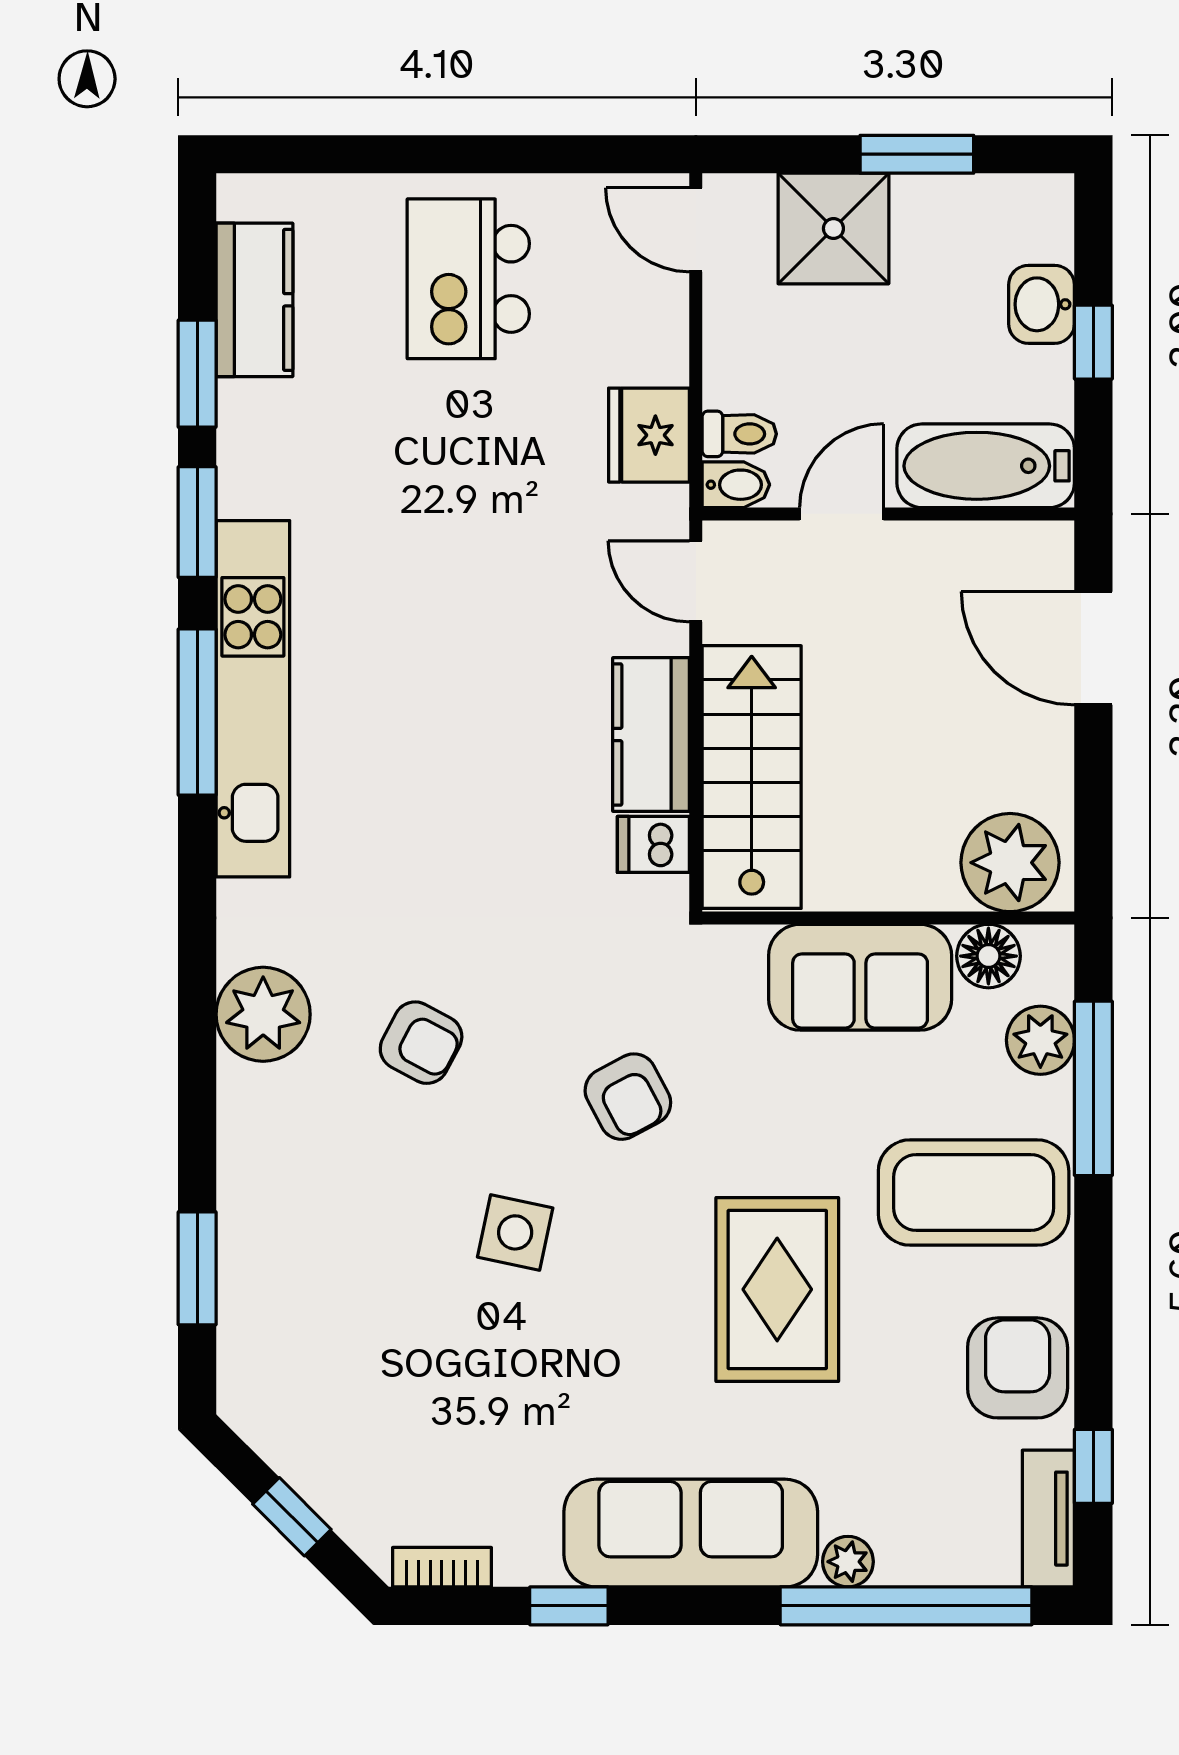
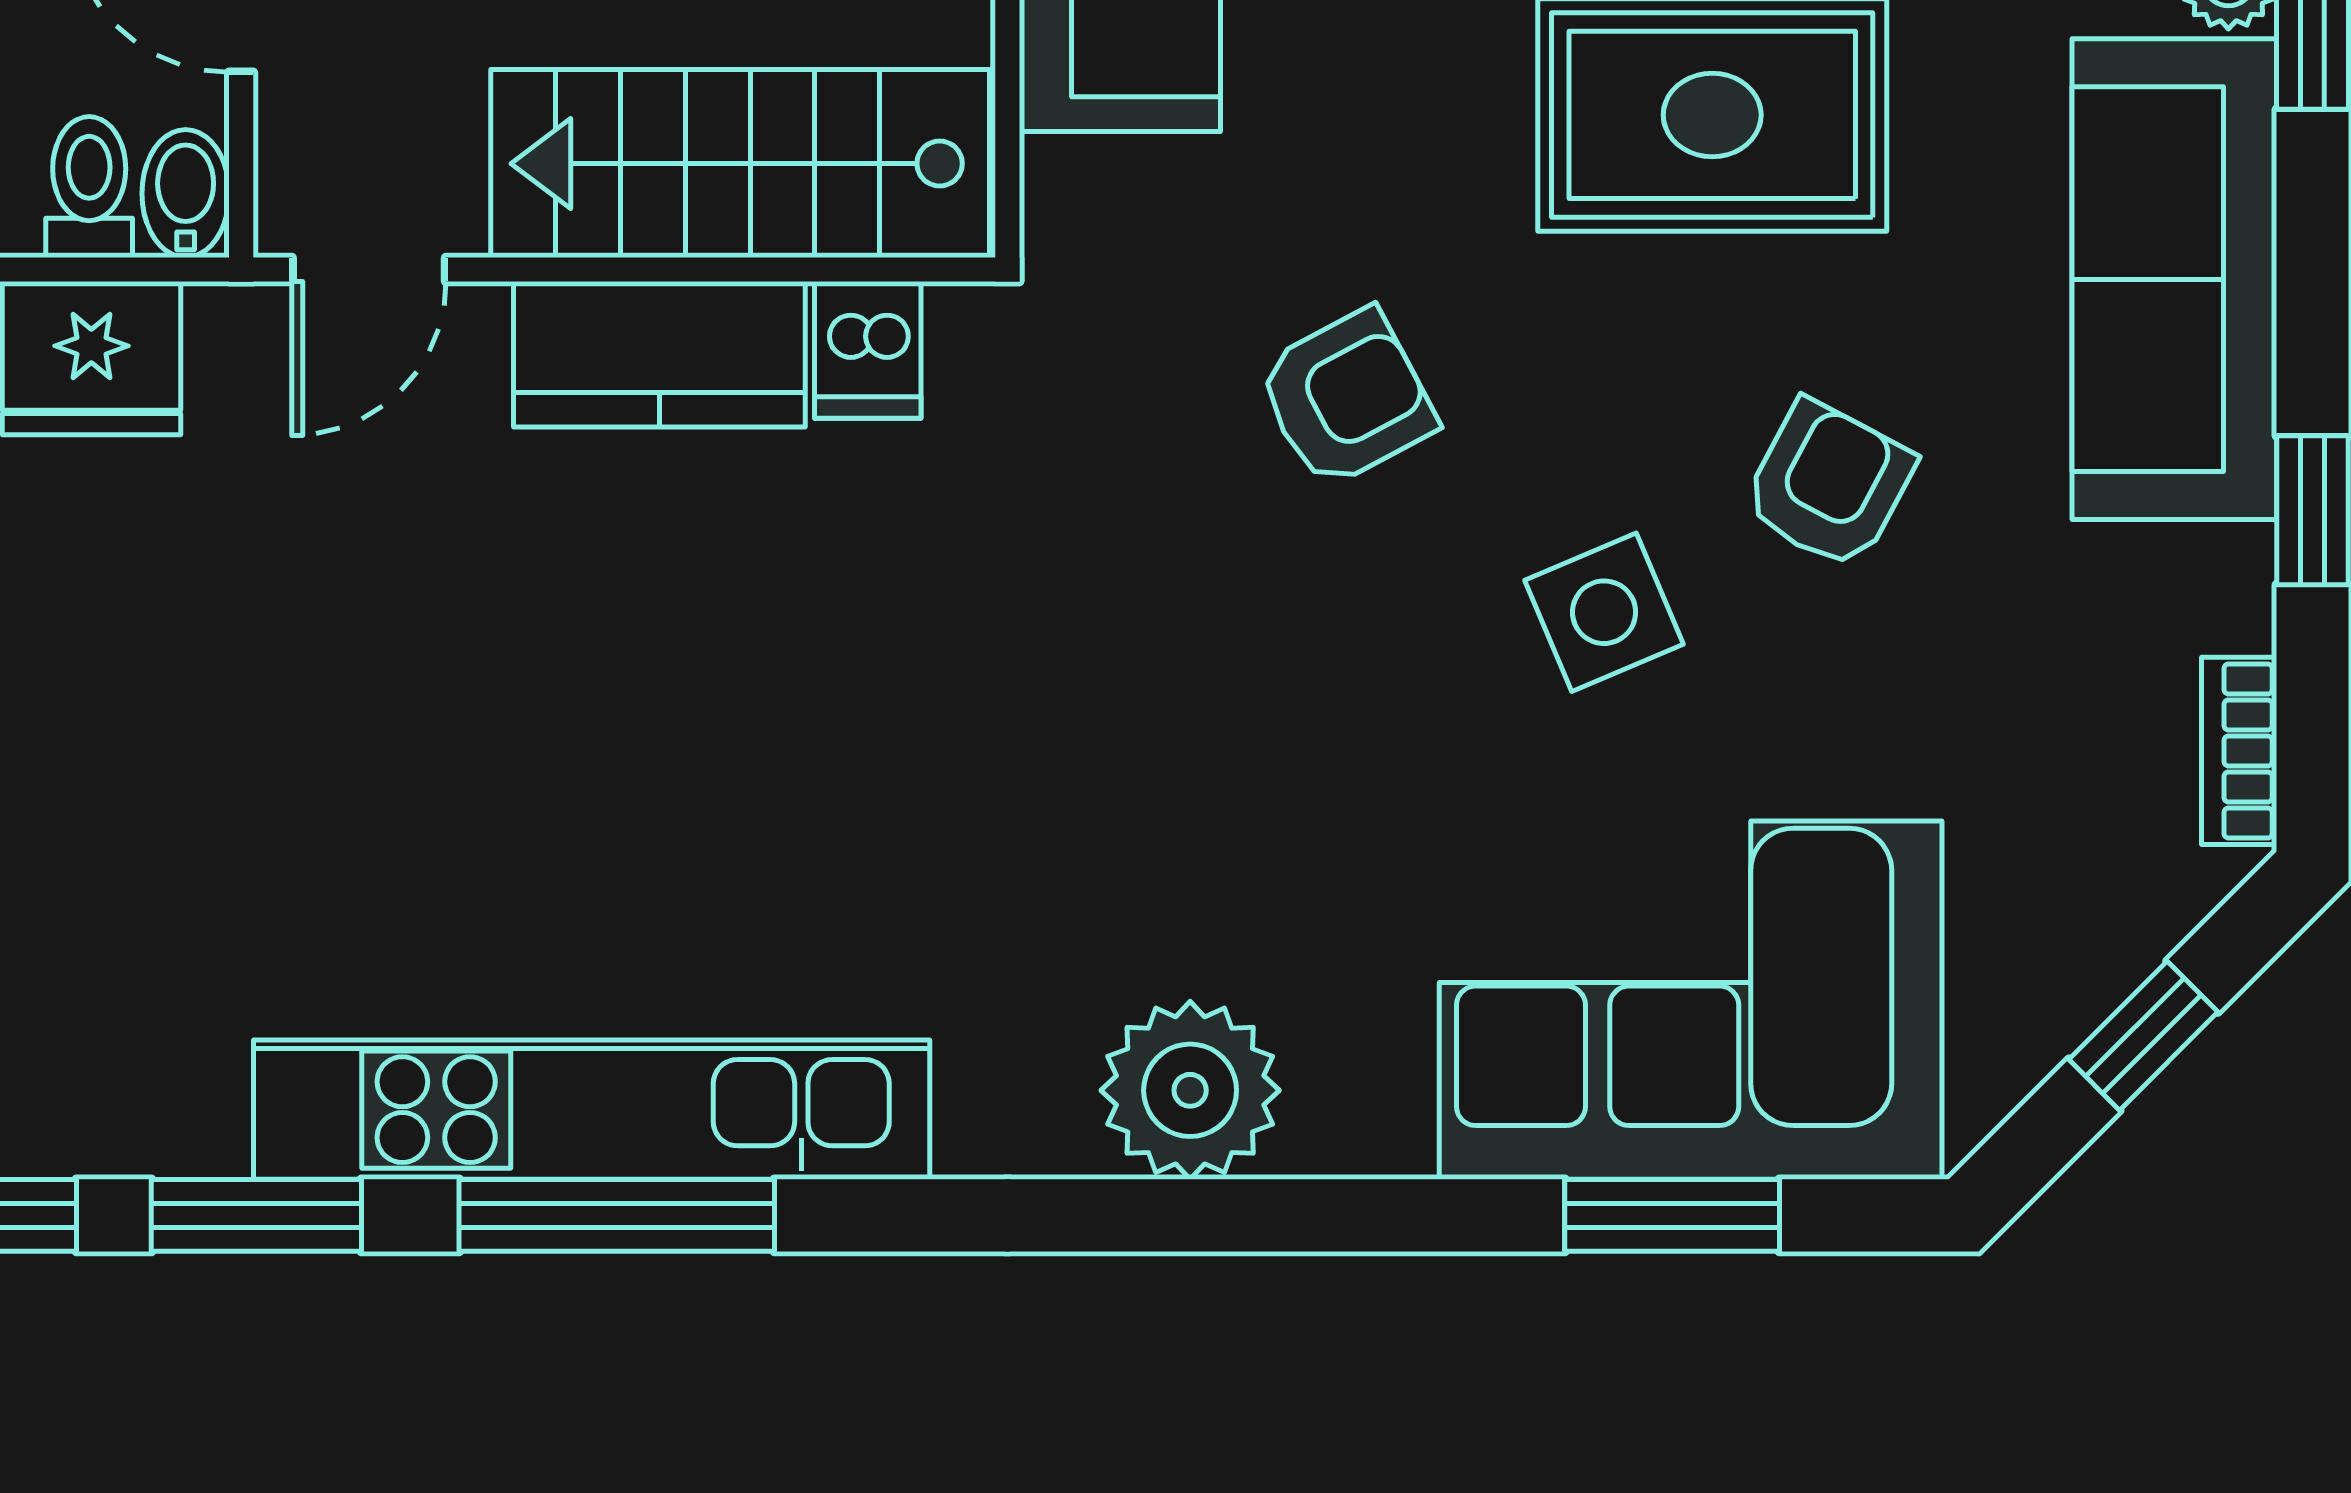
armchair: (421, 1043) -> (1829, 485), moved
side table: (515, 1232) -> (1604, 612), turned -35
corner sofa: (311, 1278) -> (1691, 1000), added

